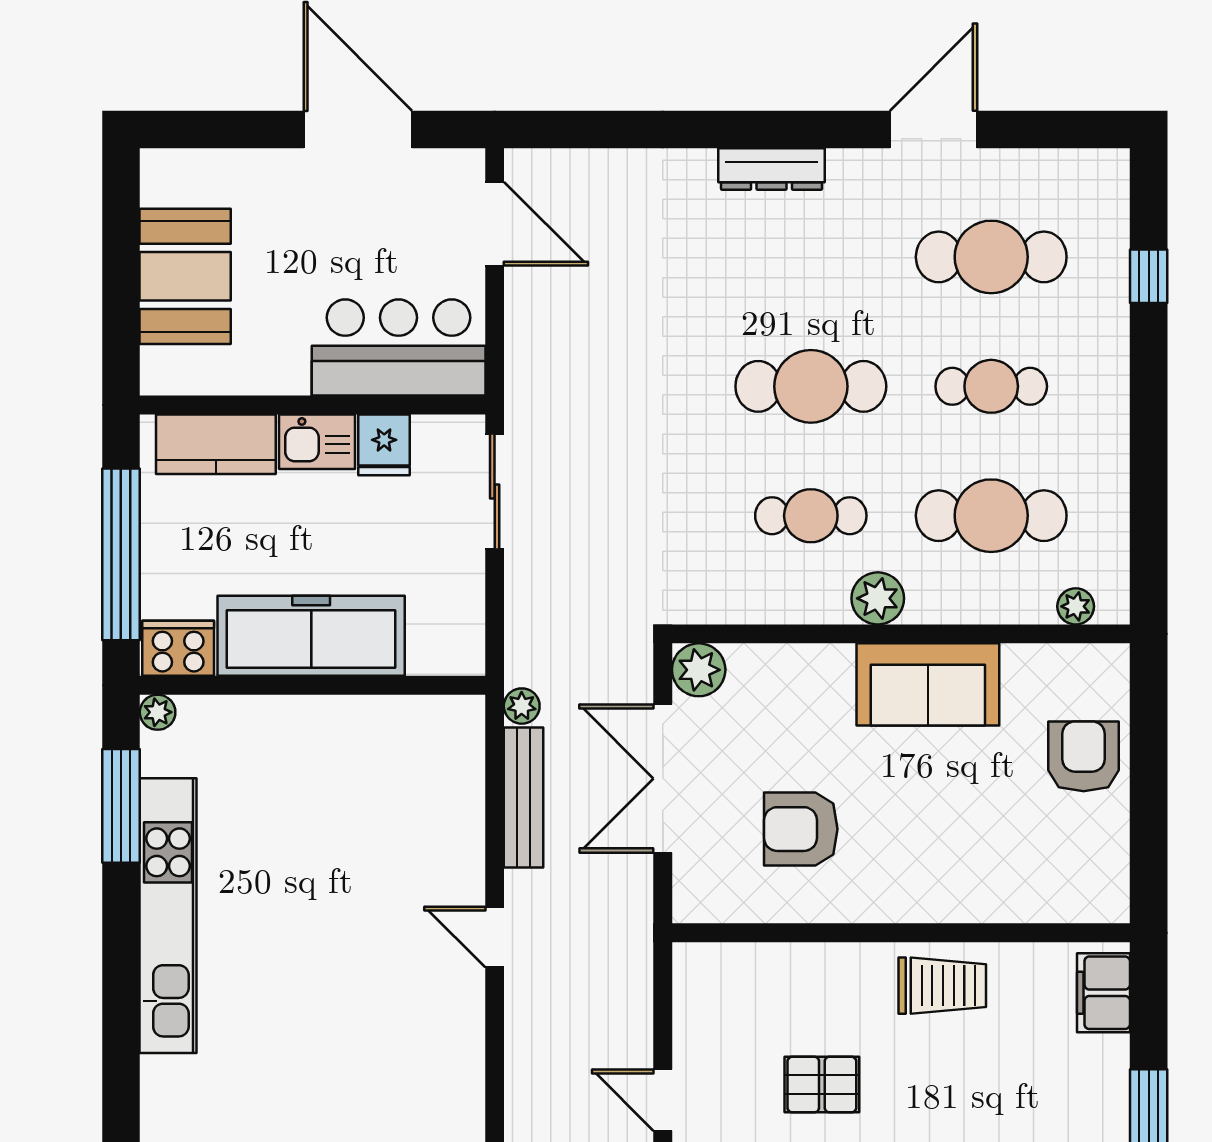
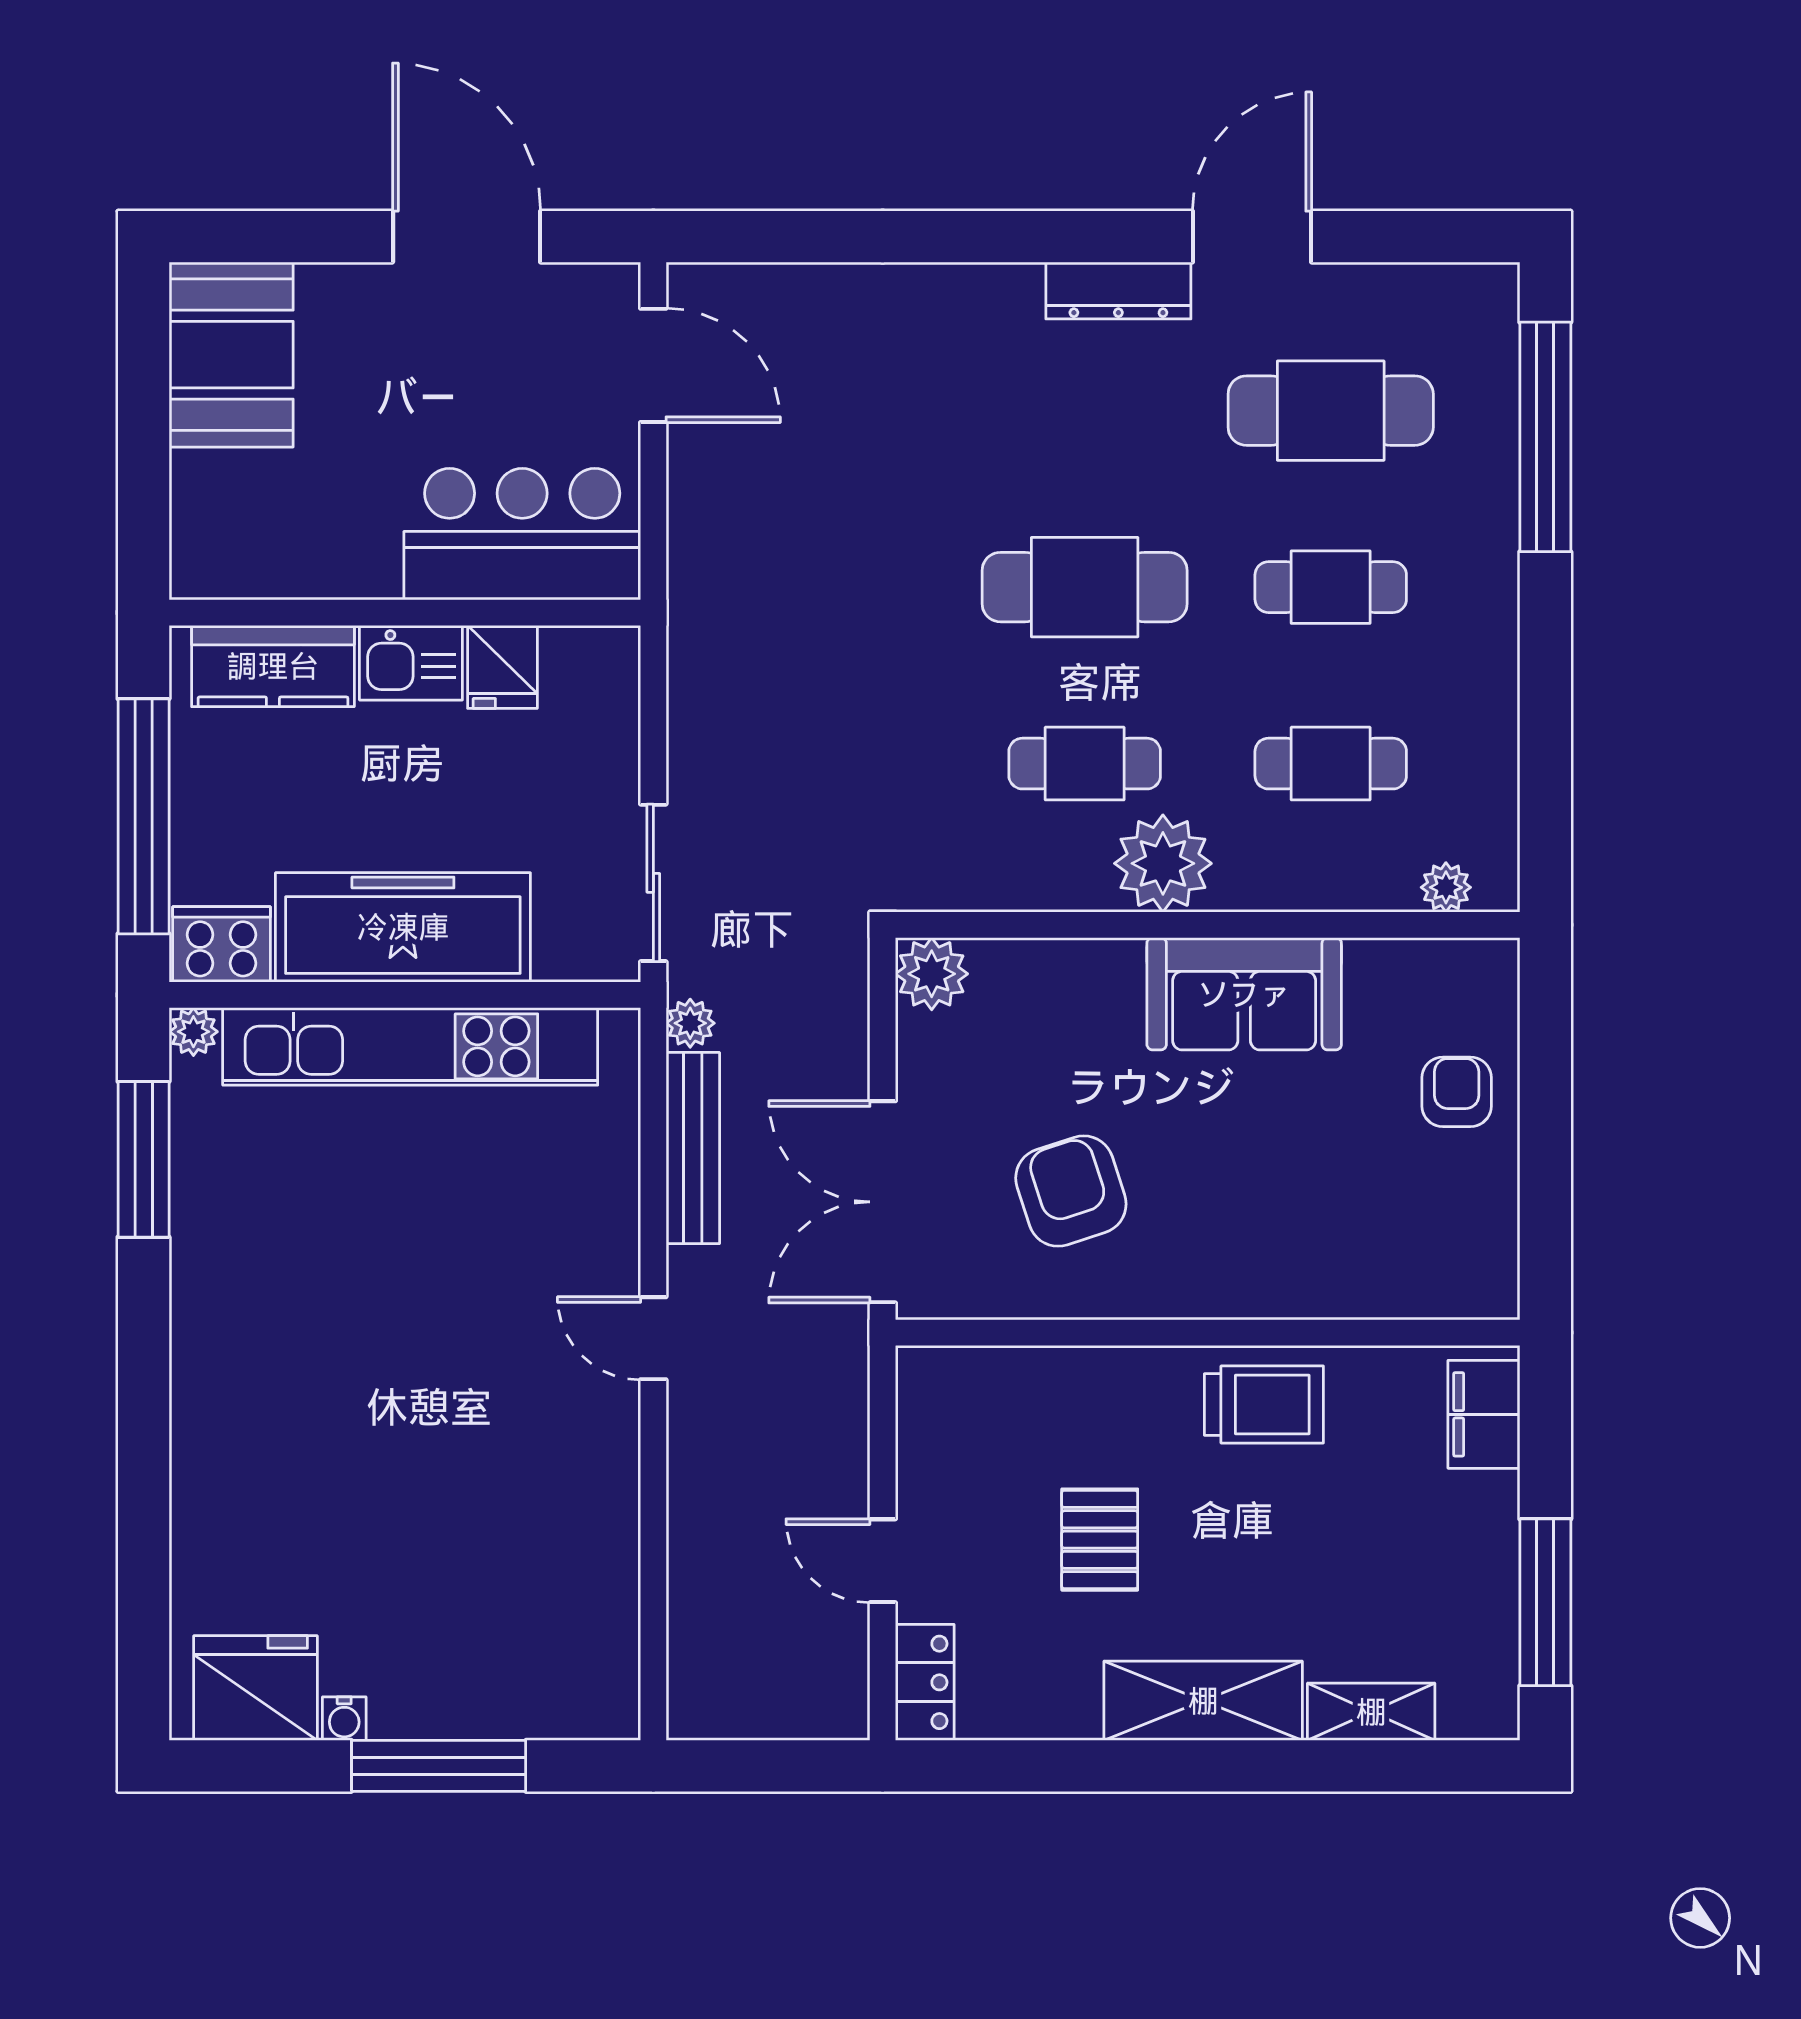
dresser: (772, 169) -> (1118, 291), moved
booth: (185, 276) -> (231, 355), moved
window: (1149, 276) -> (1545, 437), width x3.17
sliding door: (495, 491) -> (653, 883), moved
cafe table: (991, 516) -> (1331, 764), width x0.73, depth x0.74
plant: (878, 598) -> (1163, 863), width x1.36, depth x1.36
armchair: (1084, 756) -> (1457, 1092), width x0.72, depth x0.72
double door: (663, 779) -> (883, 1202), moved
armchair: (801, 829) -> (1071, 1191), turned 72
kitchen unit: (168, 916) -> (410, 1046), moved, turned 90
pallet: (822, 1085) -> (1100, 1540), turned 90

